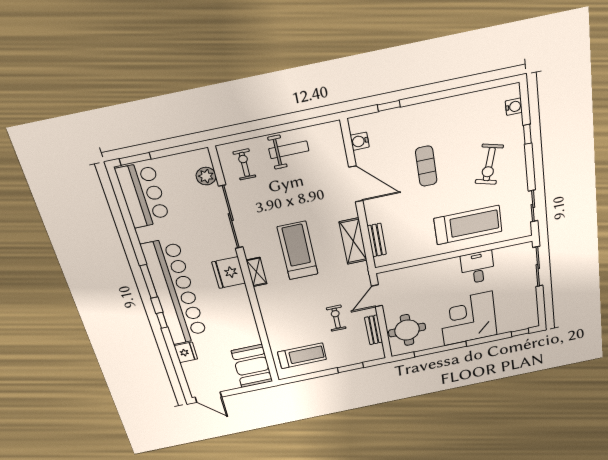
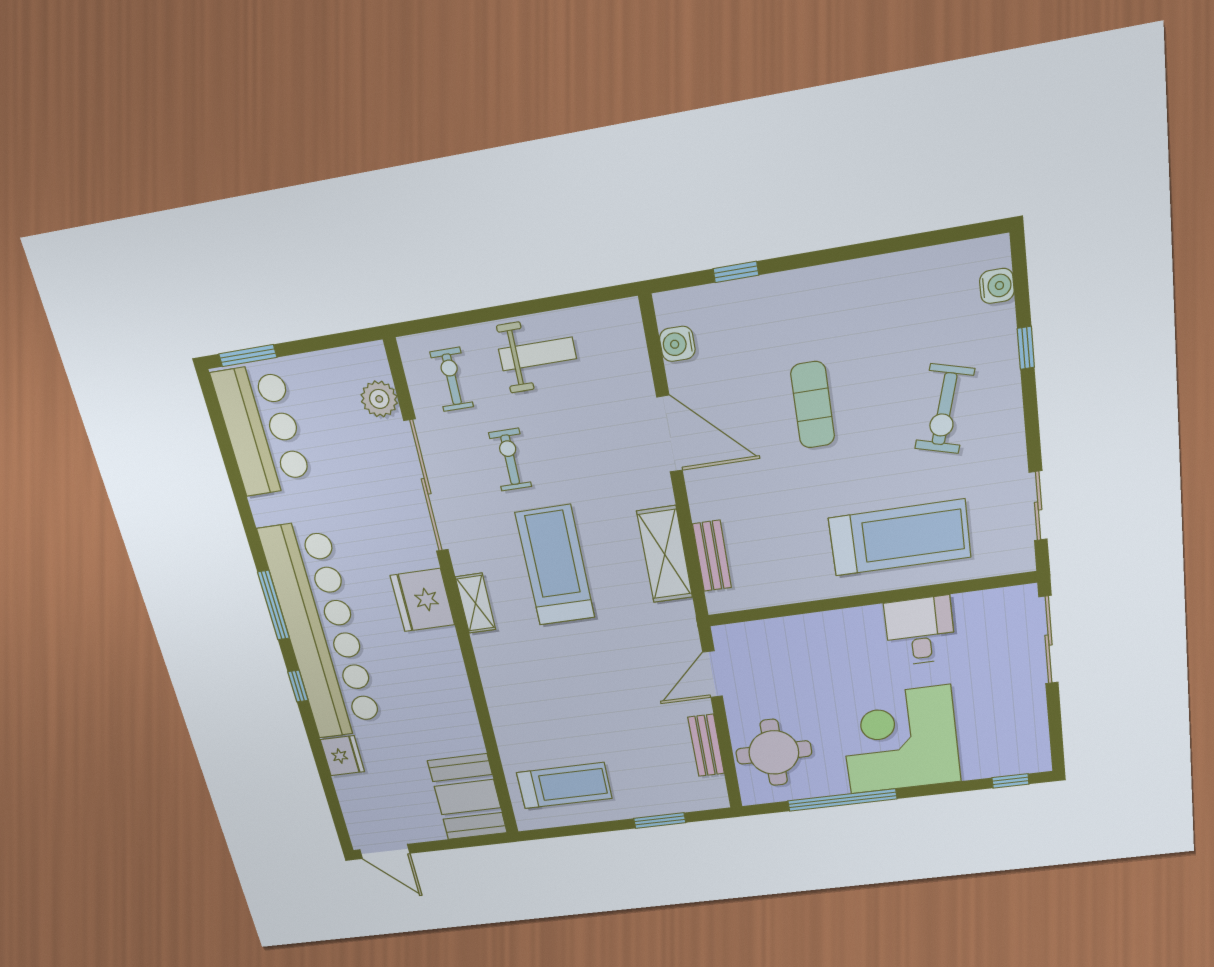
exercise bike: (336, 318) -> (510, 460), moved

